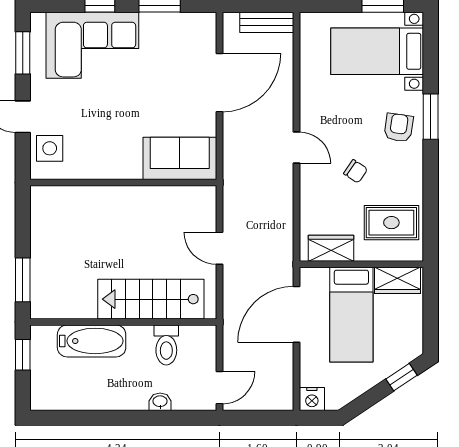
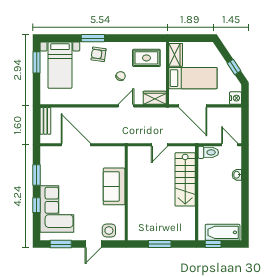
door: (296, 148) -> (126, 106), moved
sofa: (180, 158) -> (114, 186), moved
rug: (391, 223) -> (146, 58), turned 90
wardrobe: (331, 248) -> (155, 98), moved, turned 90
window: (23, 280) -> (160, 244), moved
bathtub: (92, 341) -> (223, 232), moved, turned -90
toilet: (166, 345) -> (208, 152), moved
window: (402, 377) -> (234, 67), moved

